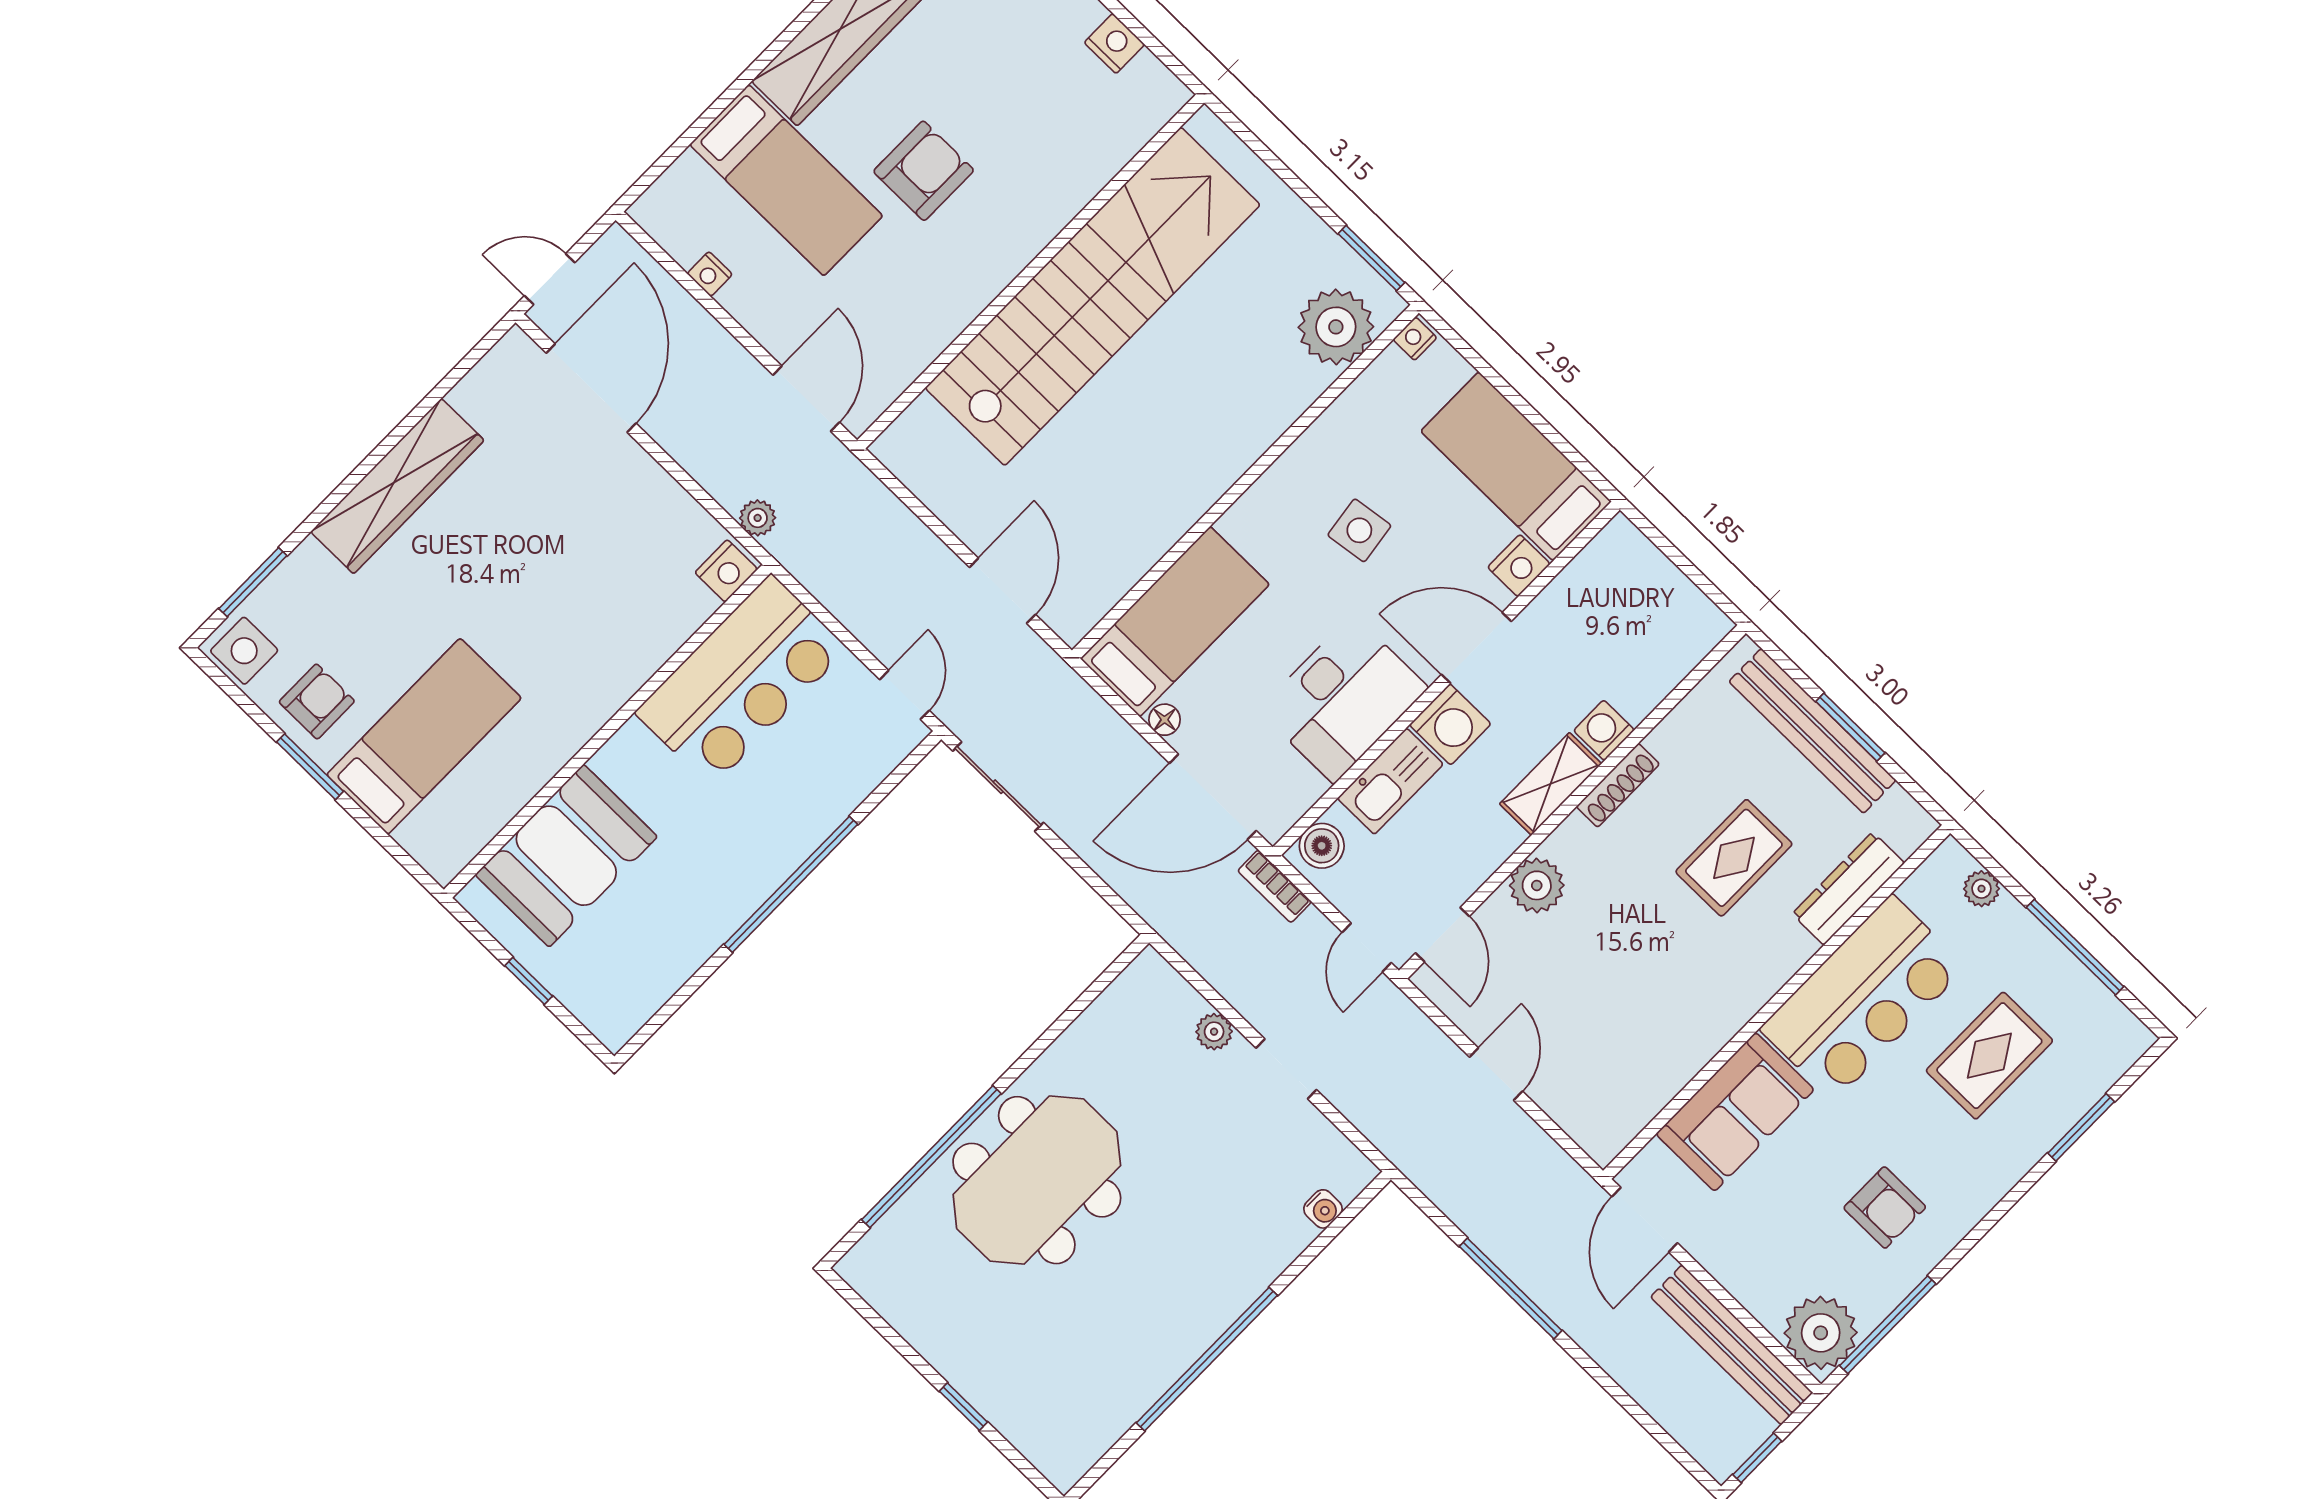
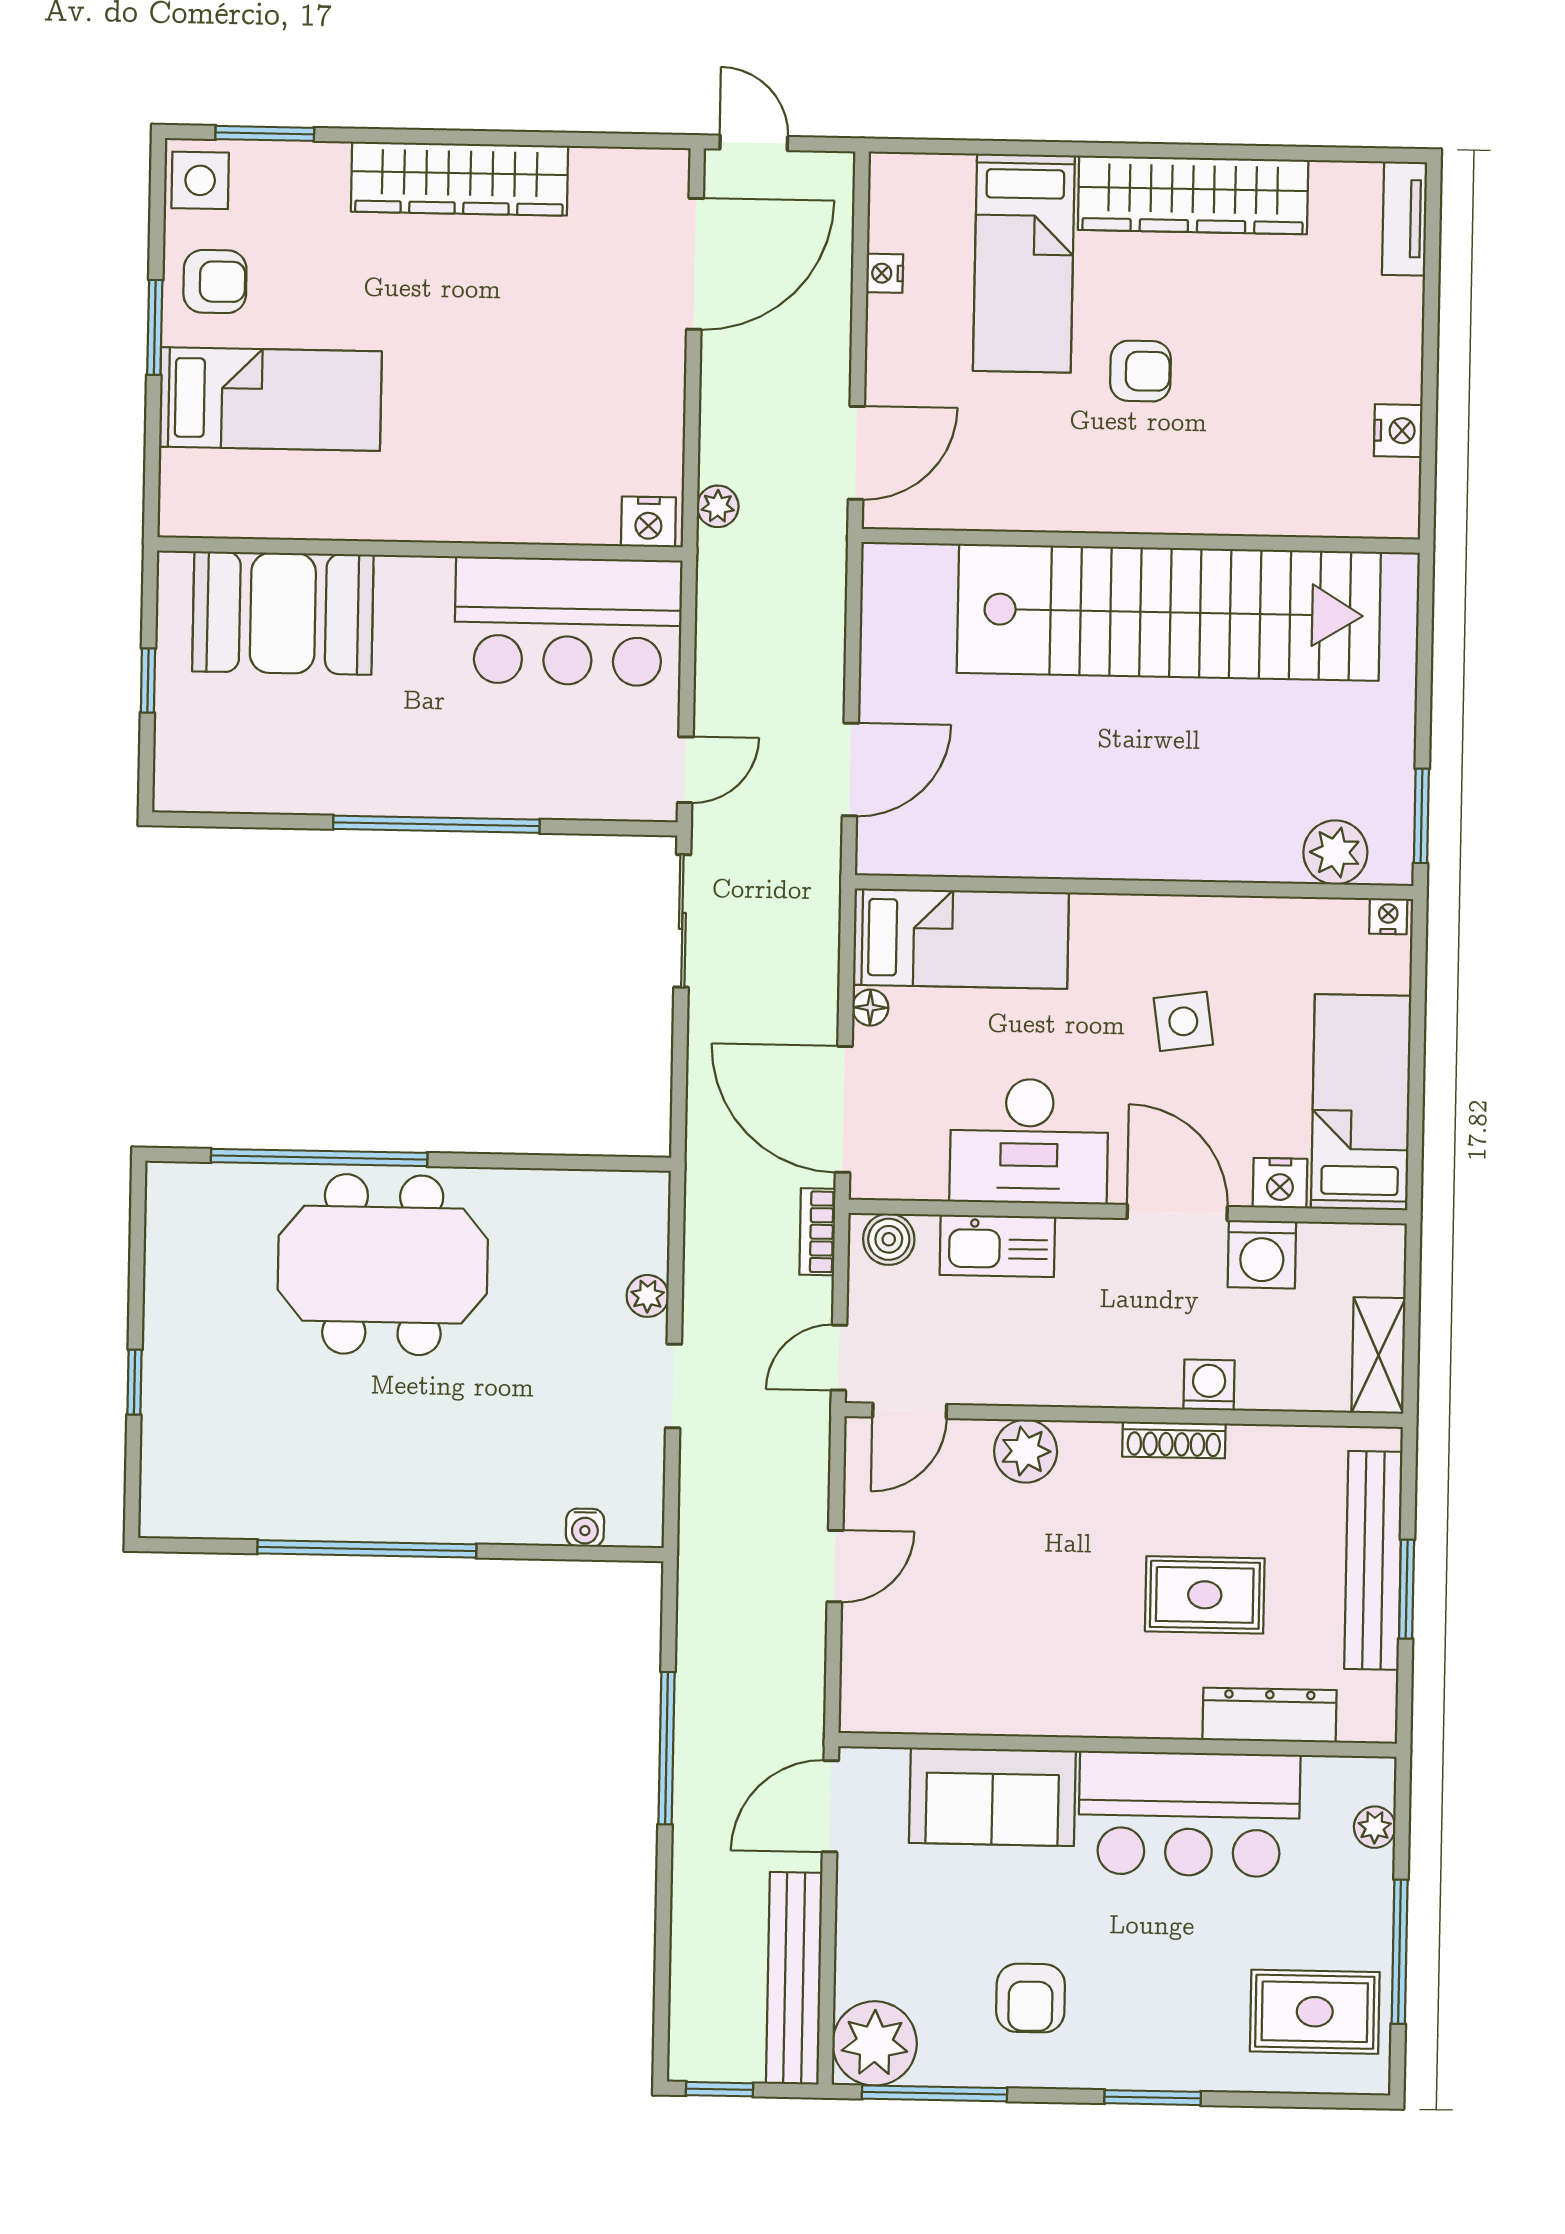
armchair: (924, 171) -> (1140, 371), width x0.72, depth x0.72
plant: (1336, 327) -> (1335, 852), width x0.73, depth x0.73
washing machine: (1450, 724) -> (1262, 1254), moved
shelving: (1550, 784) -> (1378, 1355), moved, turned 90
rug: (1989, 1056) -> (1315, 2012), moved
window: (2081, 1127) -> (1153, 2098), moved

